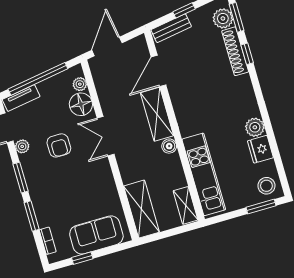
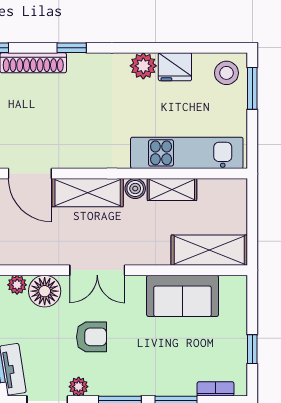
window: (247, 54) -> (72, 48), moved
shelving: (186, 205) -> (172, 189), moved
sofa: (96, 235) -> (183, 296), moved, turned -90

